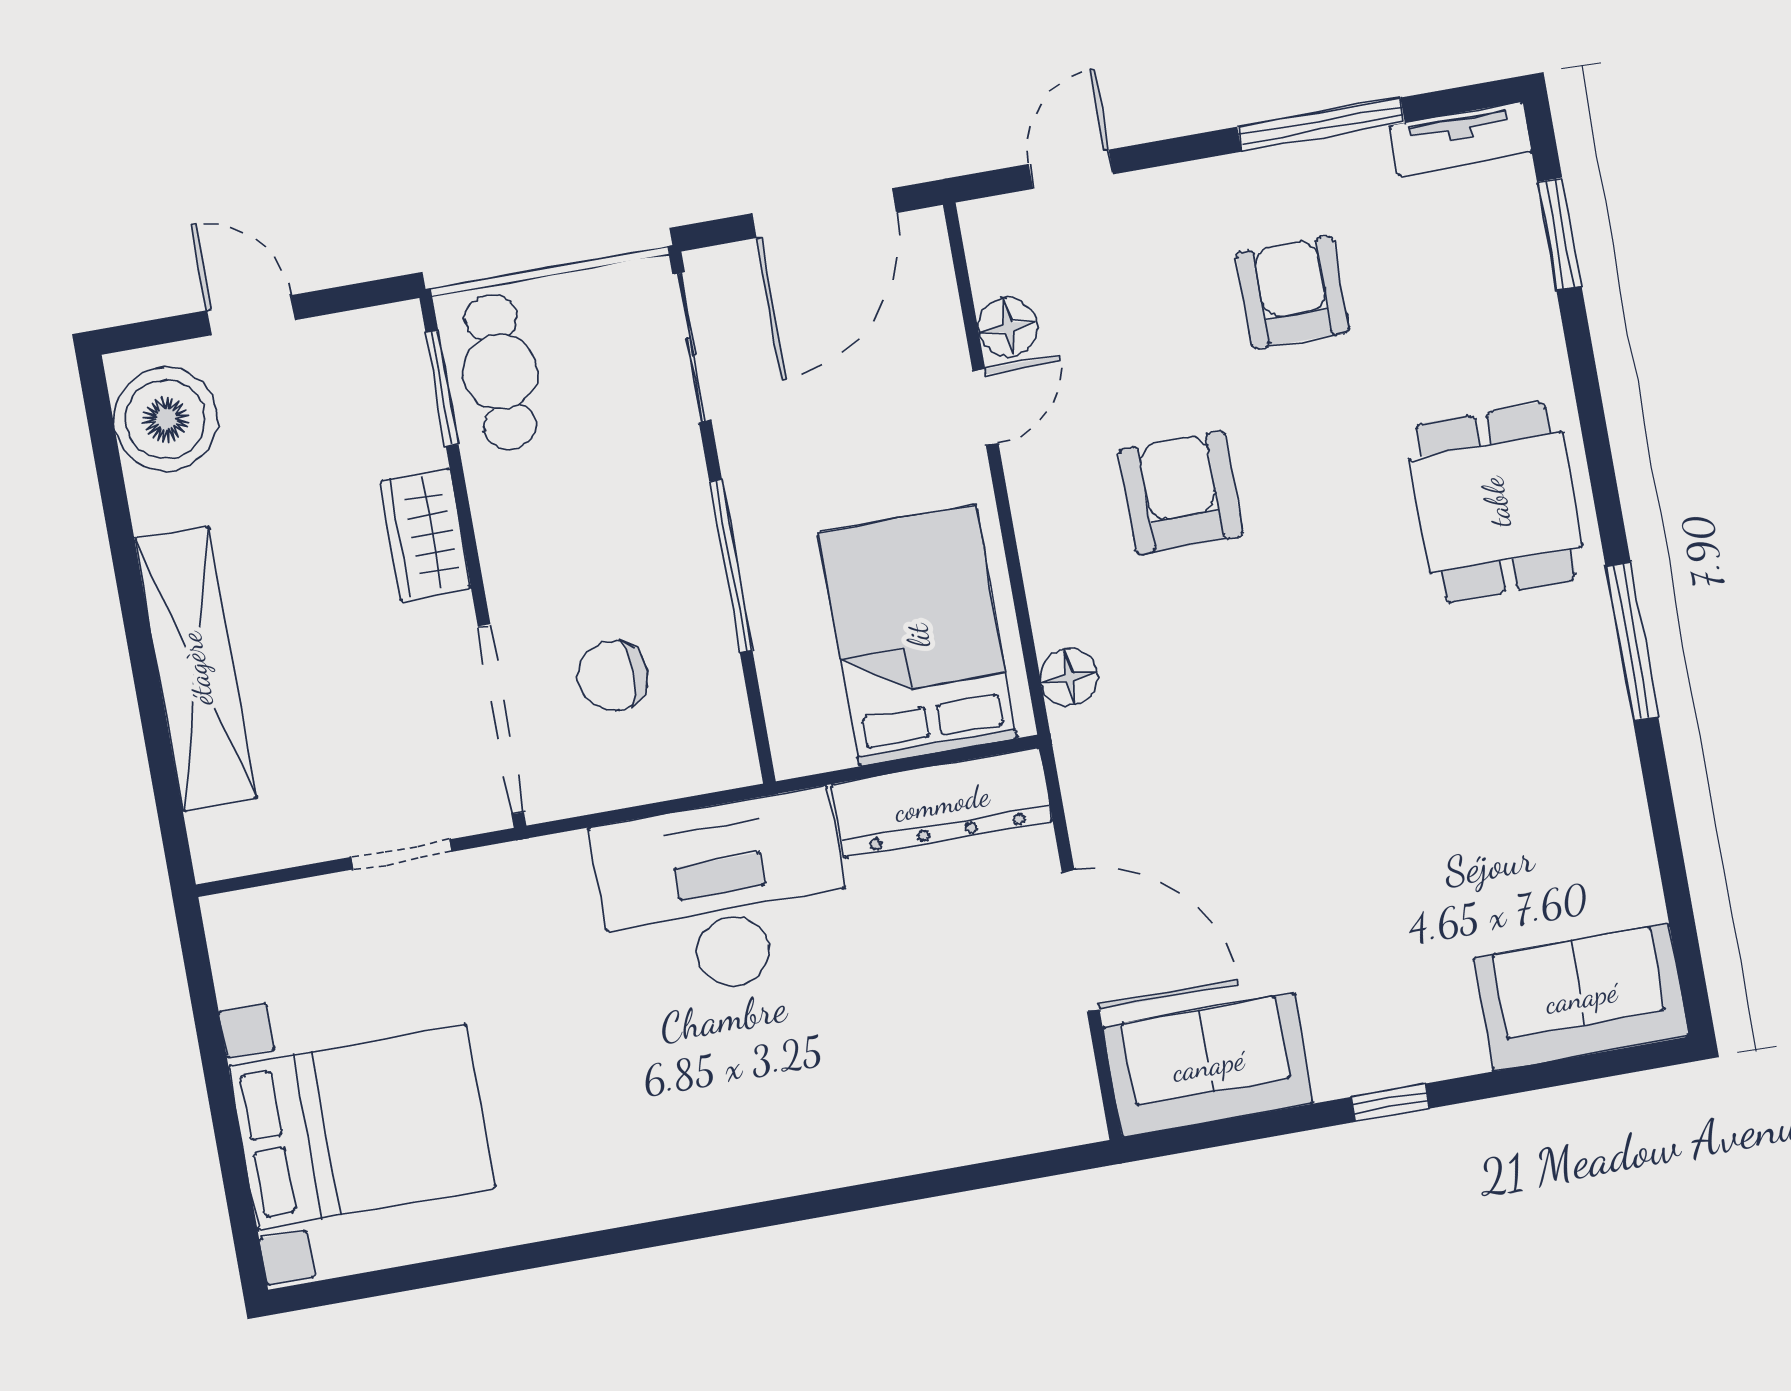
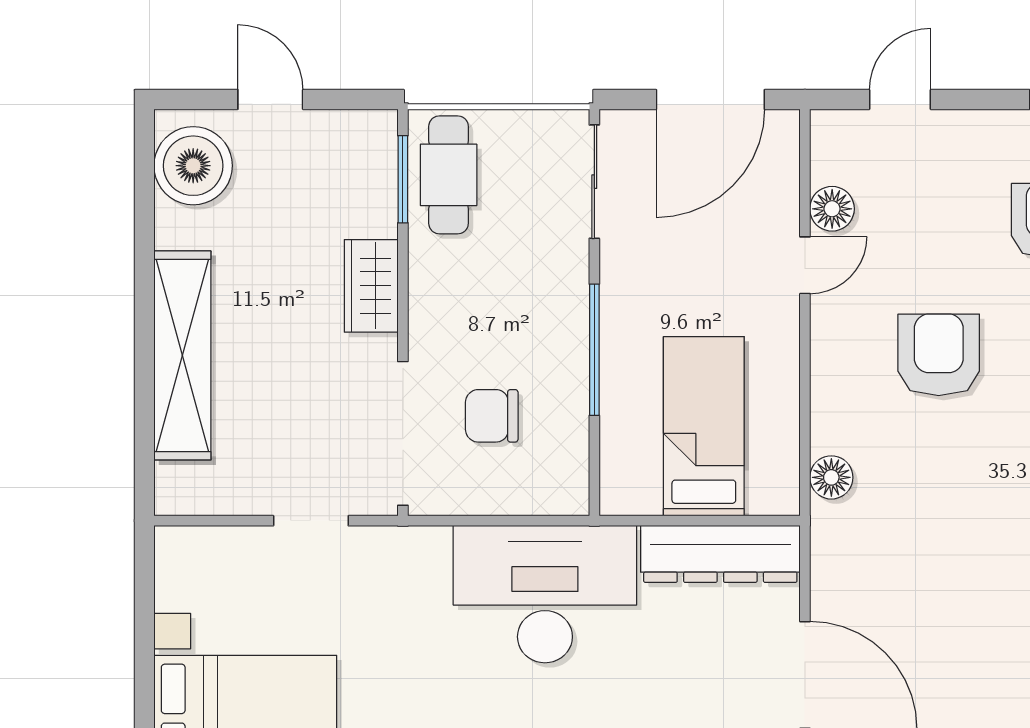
bed: (918, 636) -> (704, 426), width x0.67

